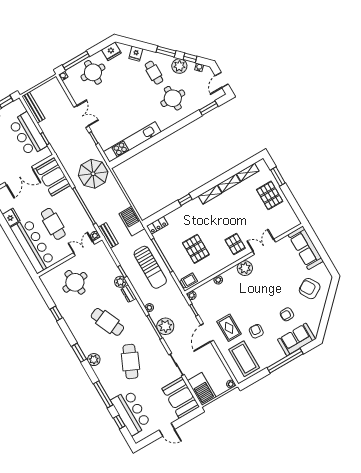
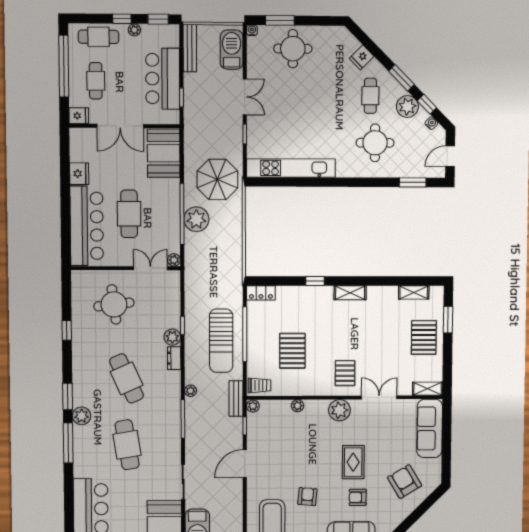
fridge: (111, 51) -> (332, 36), removed
window: (76, 61) -> (280, 20), width x0.69
shelving: (229, 183) -> (428, 389), moved
barbecue: (132, 221) -> (232, 50), moved
bench: (108, 235) -> (236, 399), moved
plant: (165, 326) -> (196, 219), moved
rug: (229, 328) -> (353, 462), moved
cafe table: (130, 362) -> (127, 445), turned -33
window: (103, 394) -> (68, 443), moved
window: (119, 422) -> (69, 512), removed

